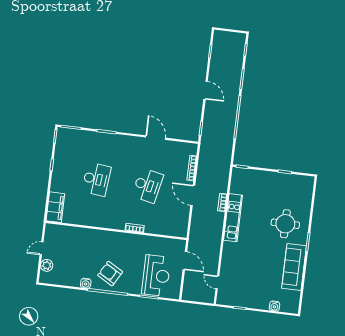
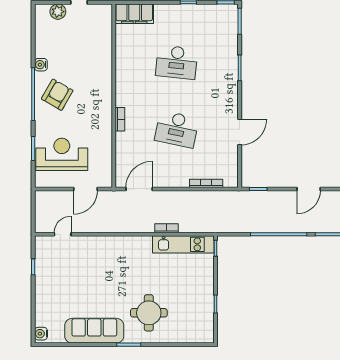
door: (193, 195) -> (139, 189), moved
kitchen unit: (233, 218) -> (183, 244), moved
reception desk: (156, 276) -> (62, 154), turned 180
water cooler: (274, 306) -> (41, 334), moved

